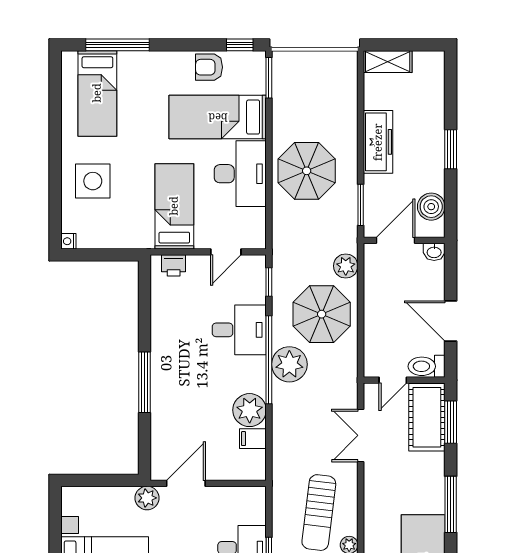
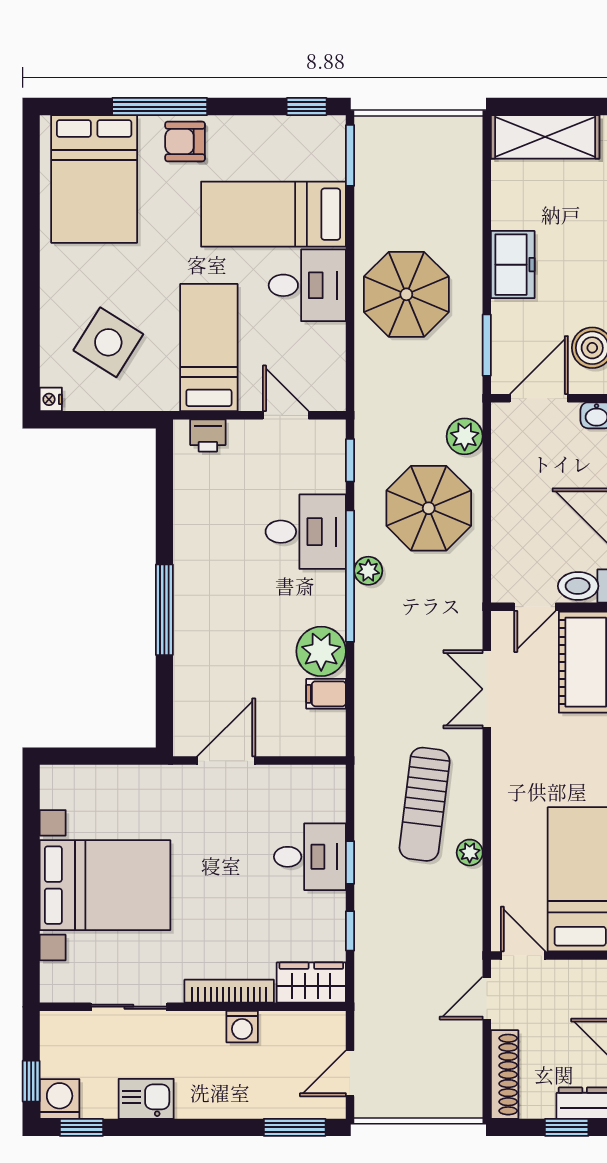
window: (117, 45) -> (160, 107), moved
shelving: (388, 62) -> (545, 137), width x1.50, depth x1.33
armchair: (209, 67) -> (185, 142), moved
bed: (97, 93) -> (94, 179), width x1.50
freezer: (378, 142) -> (513, 265), width x0.71
desk: (240, 174) -> (307, 285), width x0.73
side table: (93, 181) -> (108, 342), moved, turned 32
door: (226, 252) -> (286, 415), swing flipped
plant: (289, 364) -> (368, 571), width x0.53, depth x0.53
plant: (147, 498) -> (168, 782), removed

